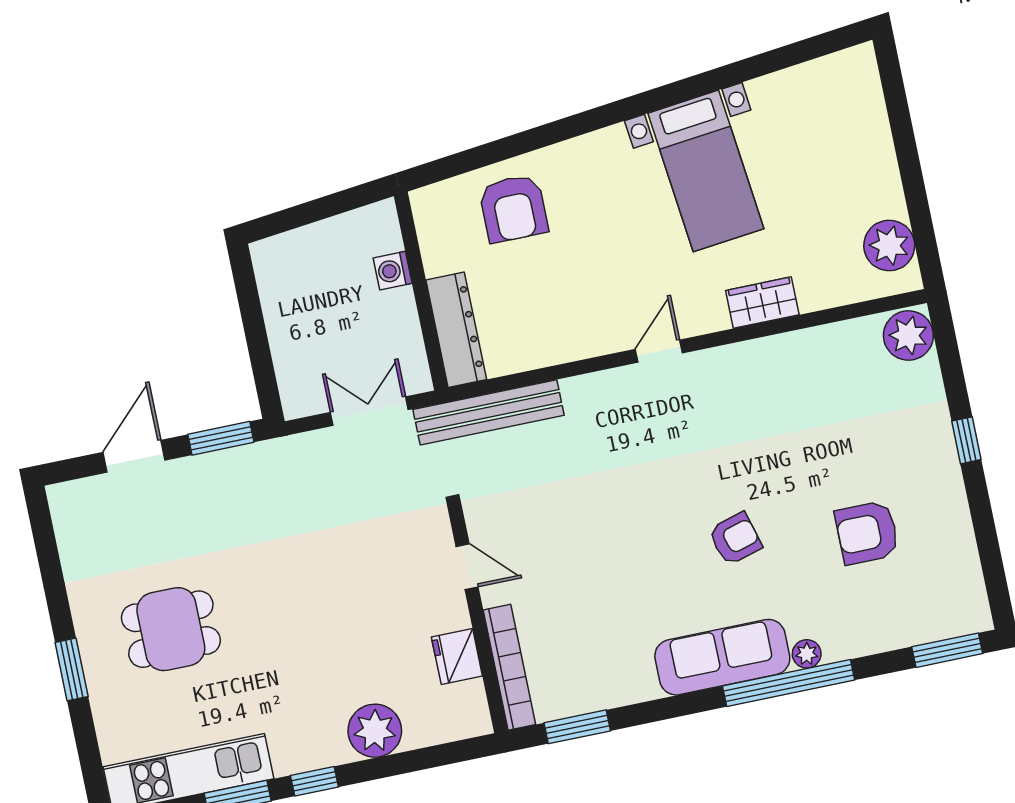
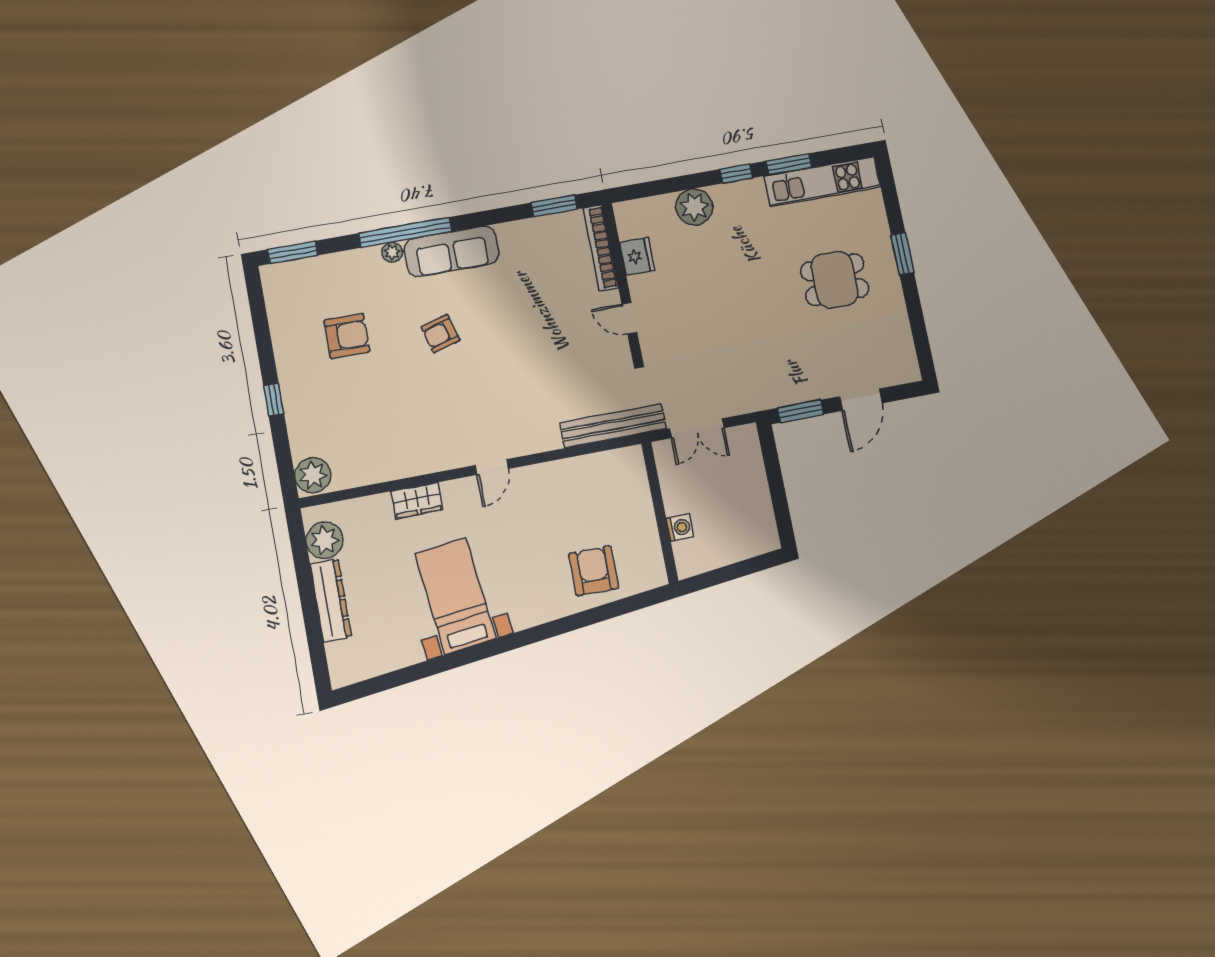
dresser: (456, 330) -> (331, 600), moved, turned 180

